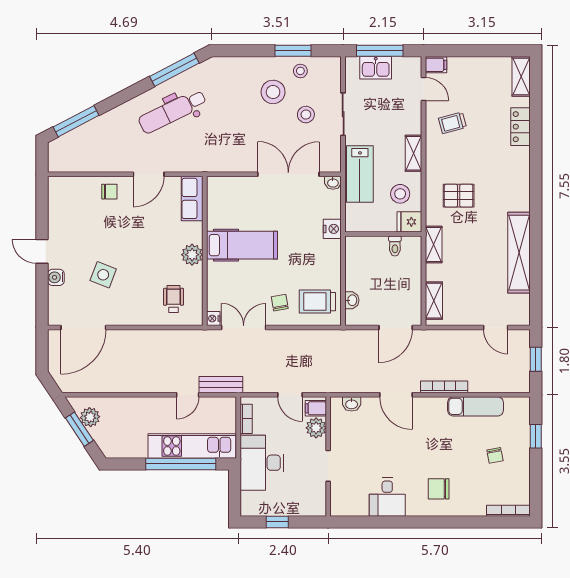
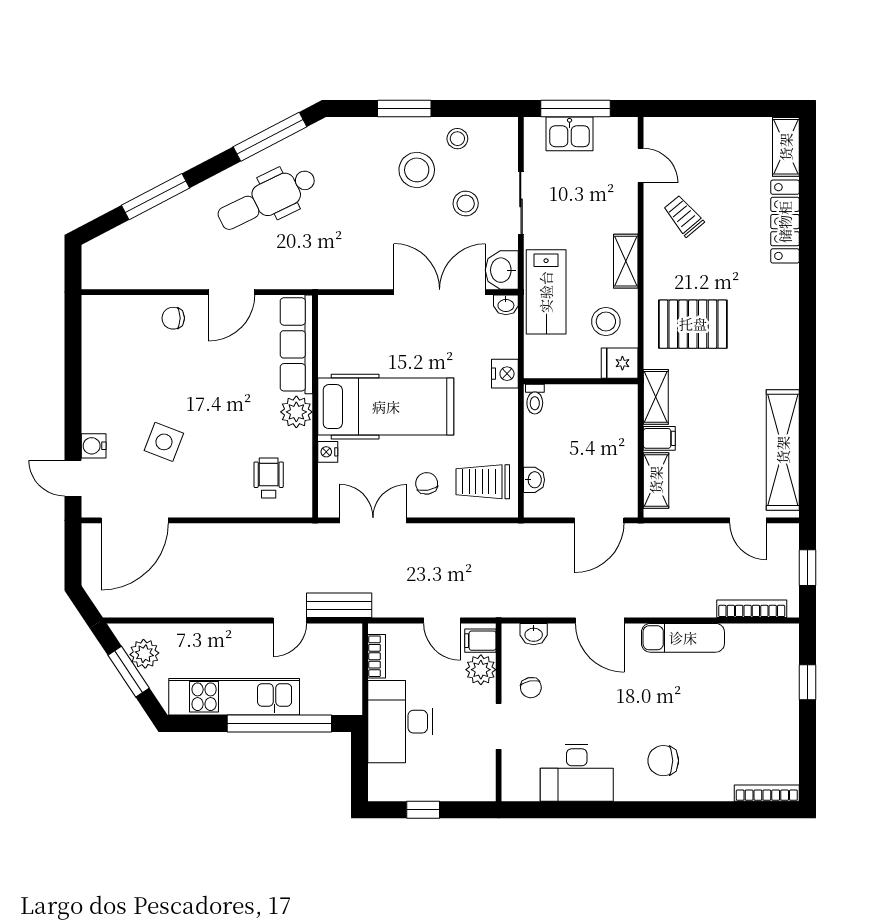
window: (293, 51) -> (404, 109), moved
filing cabinet: (436, 65) -> (659, 438), moved
window: (76, 121) -> (156, 197), moved
trolley: (452, 123) -> (684, 216), turned 65
locker: (521, 127) -> (785, 222), width x1.53
washbasin: (330, 159) -> (502, 270), added
chair: (109, 192) -> (173, 318), turned 180
pallet: (459, 196) -> (693, 324), width x1.50, depth x1.42
row of seats: (192, 198) -> (296, 344), width x1.48
hospital bed: (242, 245) -> (386, 407), width x1.37, depth x1.29
toilet: (395, 246) -> (535, 399), moved
door: (42, 251) -> (73, 478), moved
shelving: (519, 253) -> (783, 450), moved
nightstand: (213, 319) -> (328, 452), moved
bookcase: (444, 387) -> (752, 609), moved
exam couch: (476, 406) -> (683, 638), moved
kitchen unit: (192, 446) -> (234, 697), moved
chair: (495, 455) -> (531, 688), moved
desk: (387, 497) -> (577, 773), width x1.37

